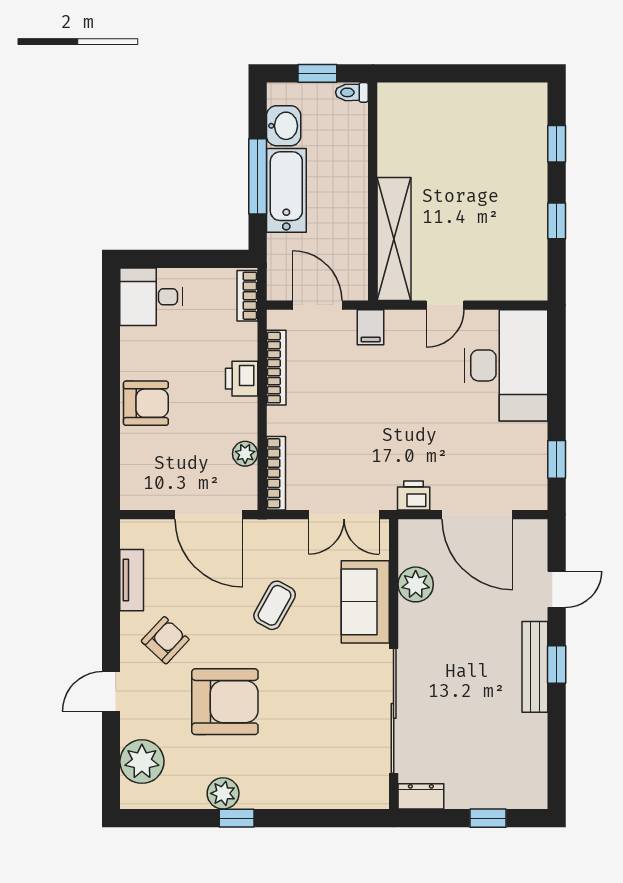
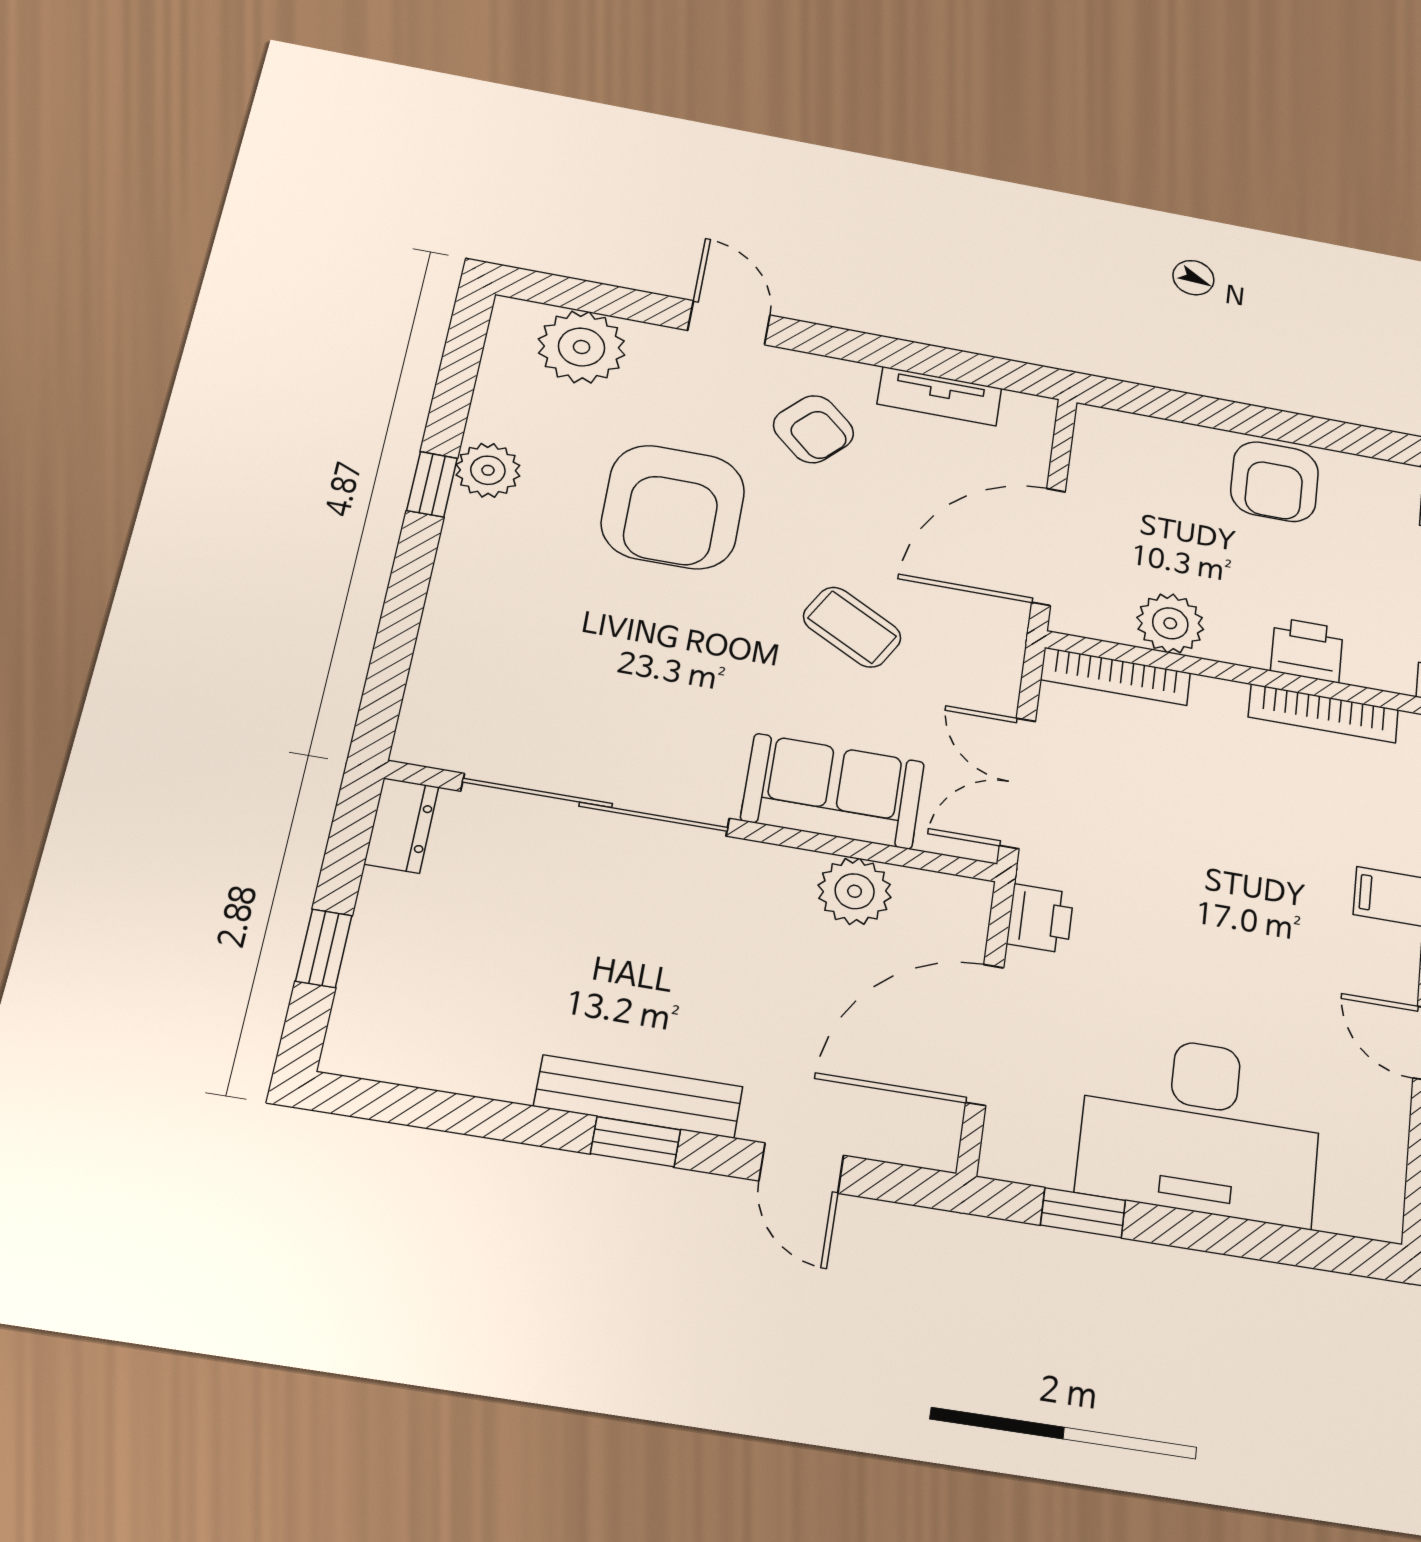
desk: (506, 365) -> (1201, 1127), moved
plant: (245, 454) -> (1170, 623), width x1.38, depth x1.38

